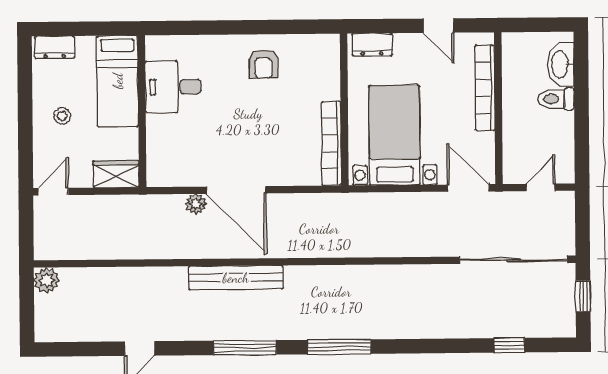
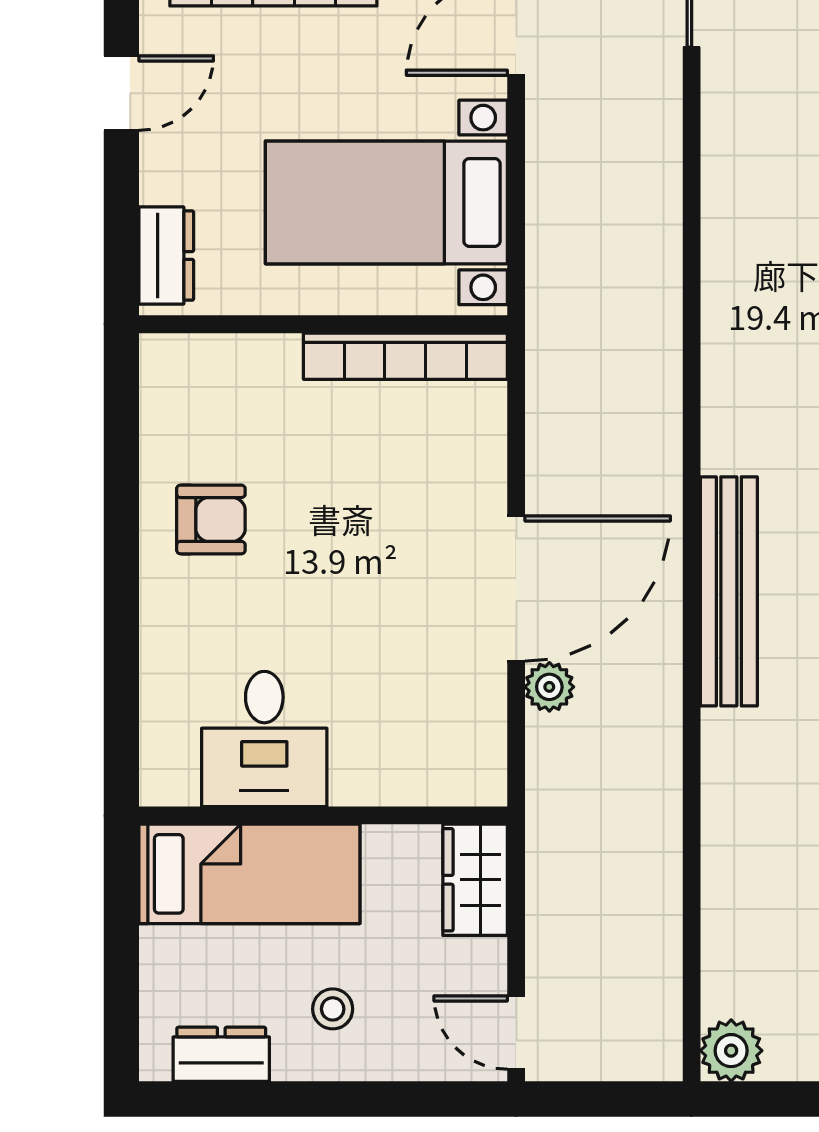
dresser: (55, 47) -> (221, 1054), moved, turned -90

